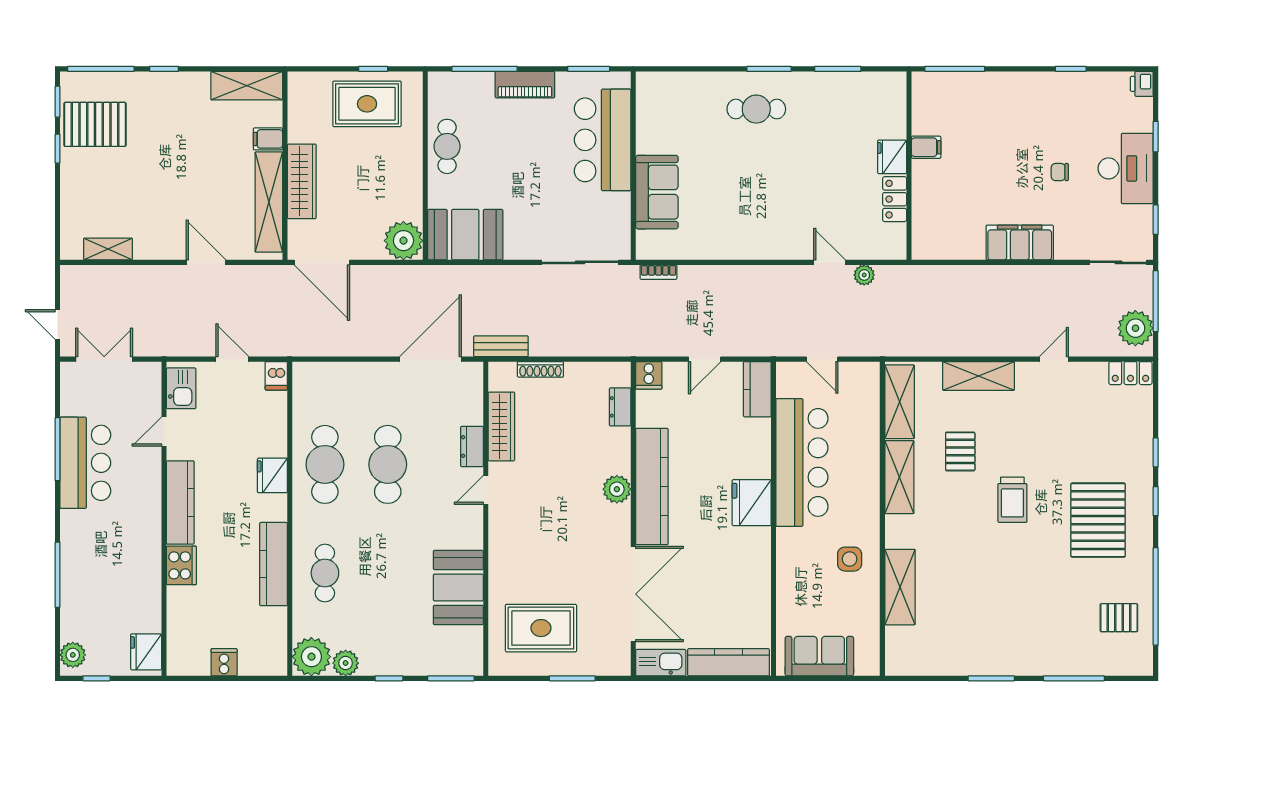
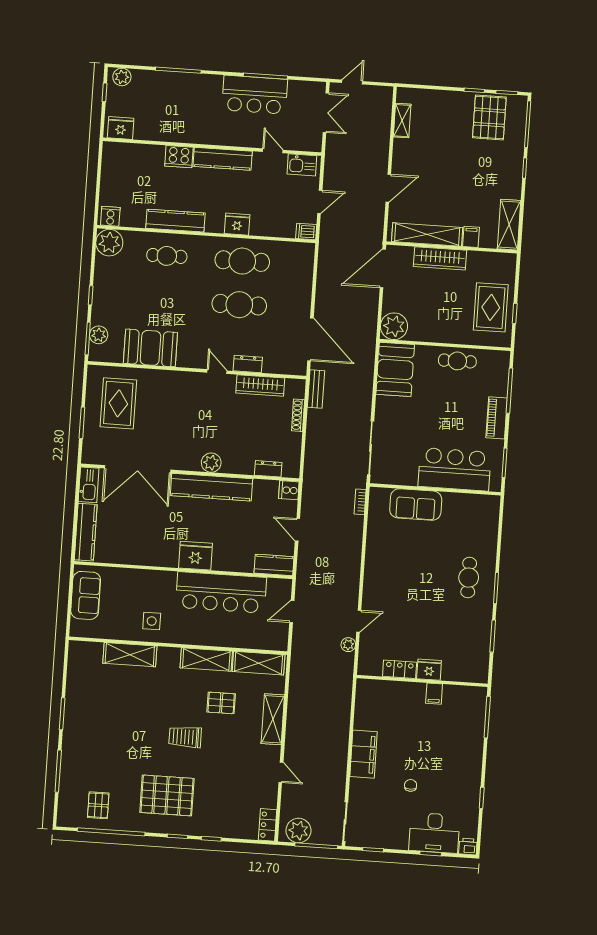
desk: (1126, 168) -> (434, 833), moved
cooker: (224, 662) -> (110, 216), moved, turned -90
plant: (346, 663) -> (99, 335), moved

